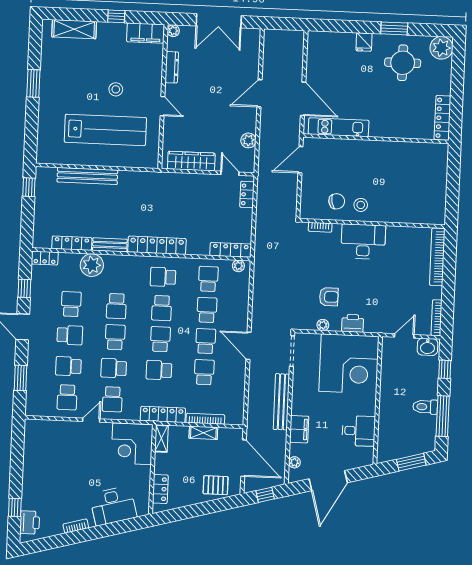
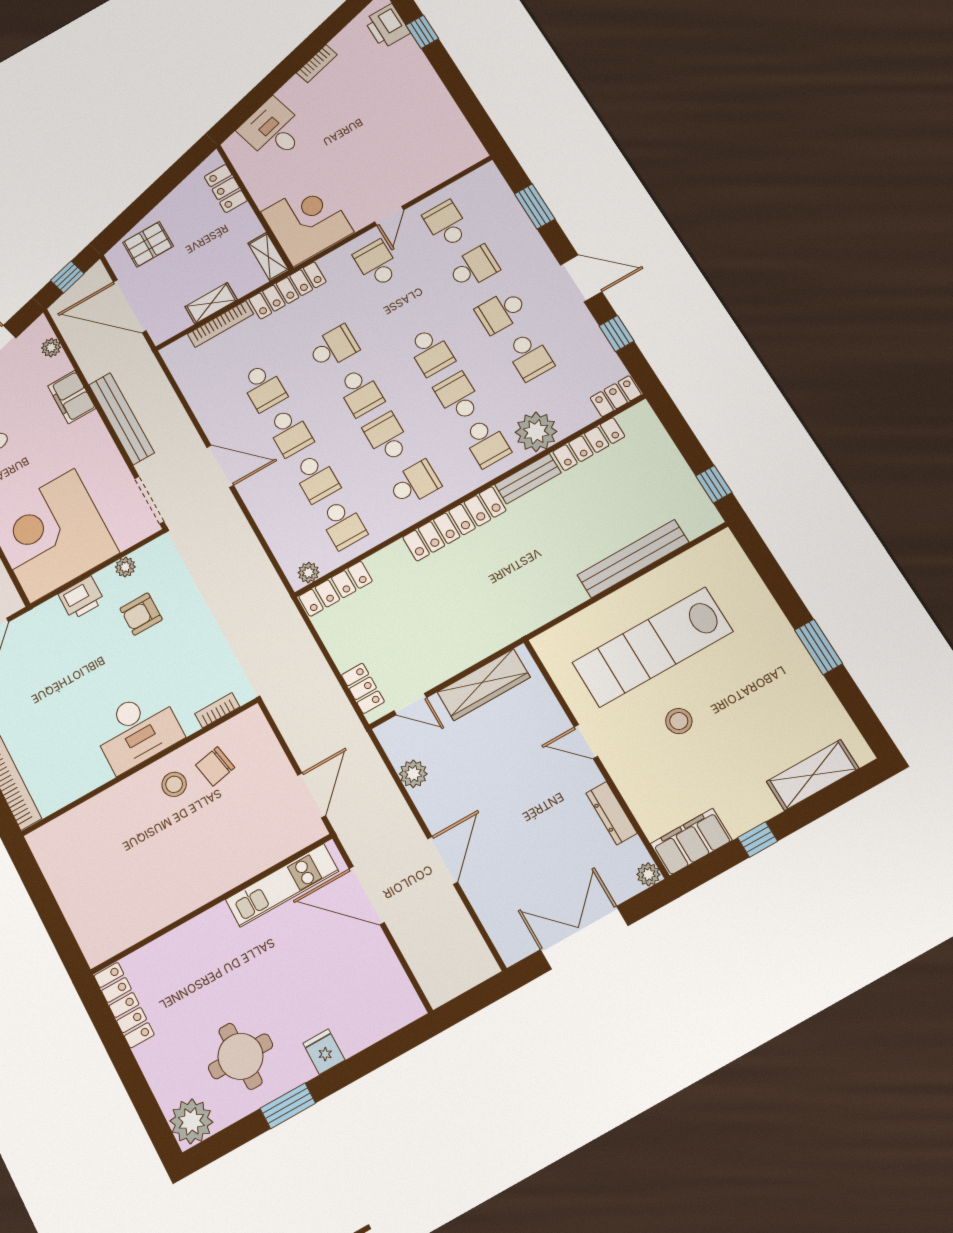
school desk: (114, 368) -> (486, 443), moved, turned 90
desk: (113, 506) -> (273, 130), width x0.73

